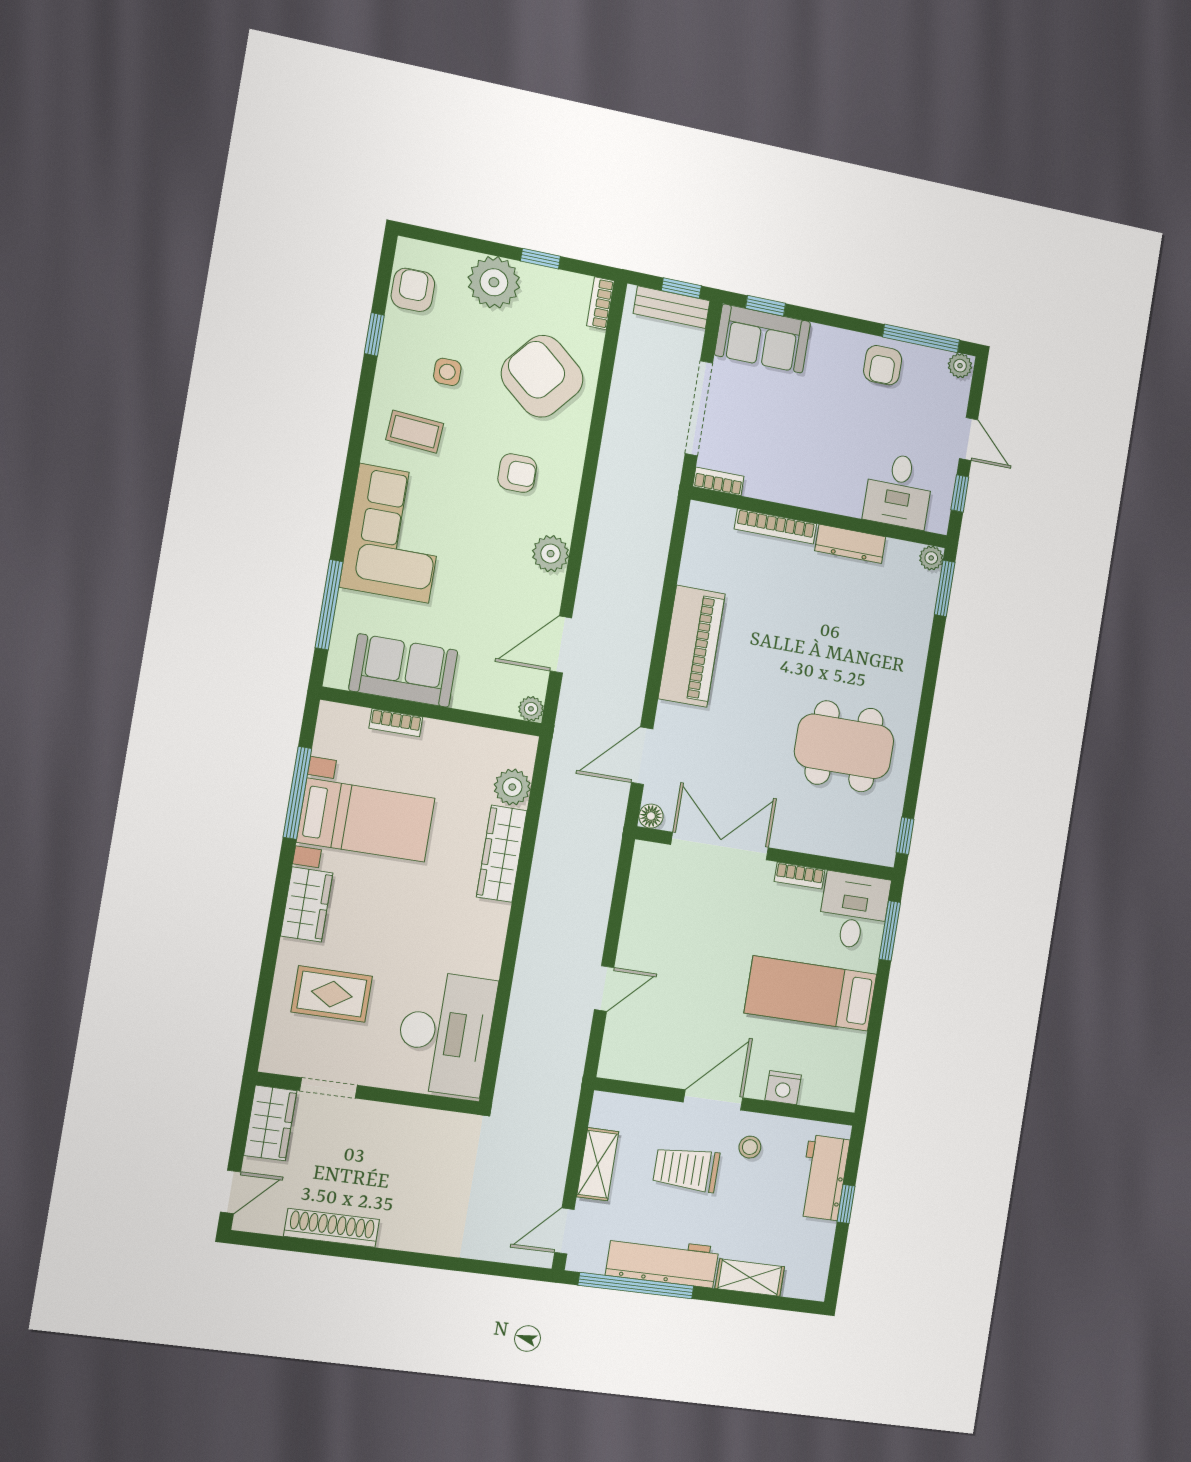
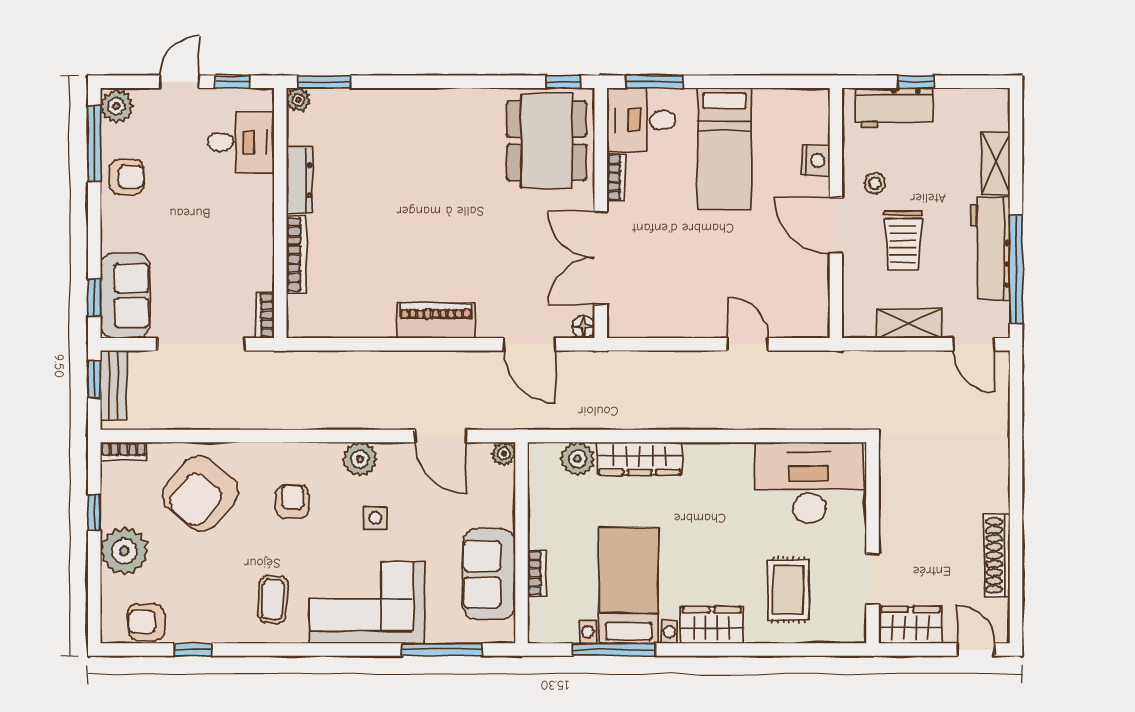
plant: (960, 366) -> (117, 106), width x1.38, depth x1.38
side table: (447, 372) -> (375, 518), moved
piano: (692, 646) -> (436, 321), width x0.73, depth x0.75
dining table: (844, 746) -> (546, 141), moved

